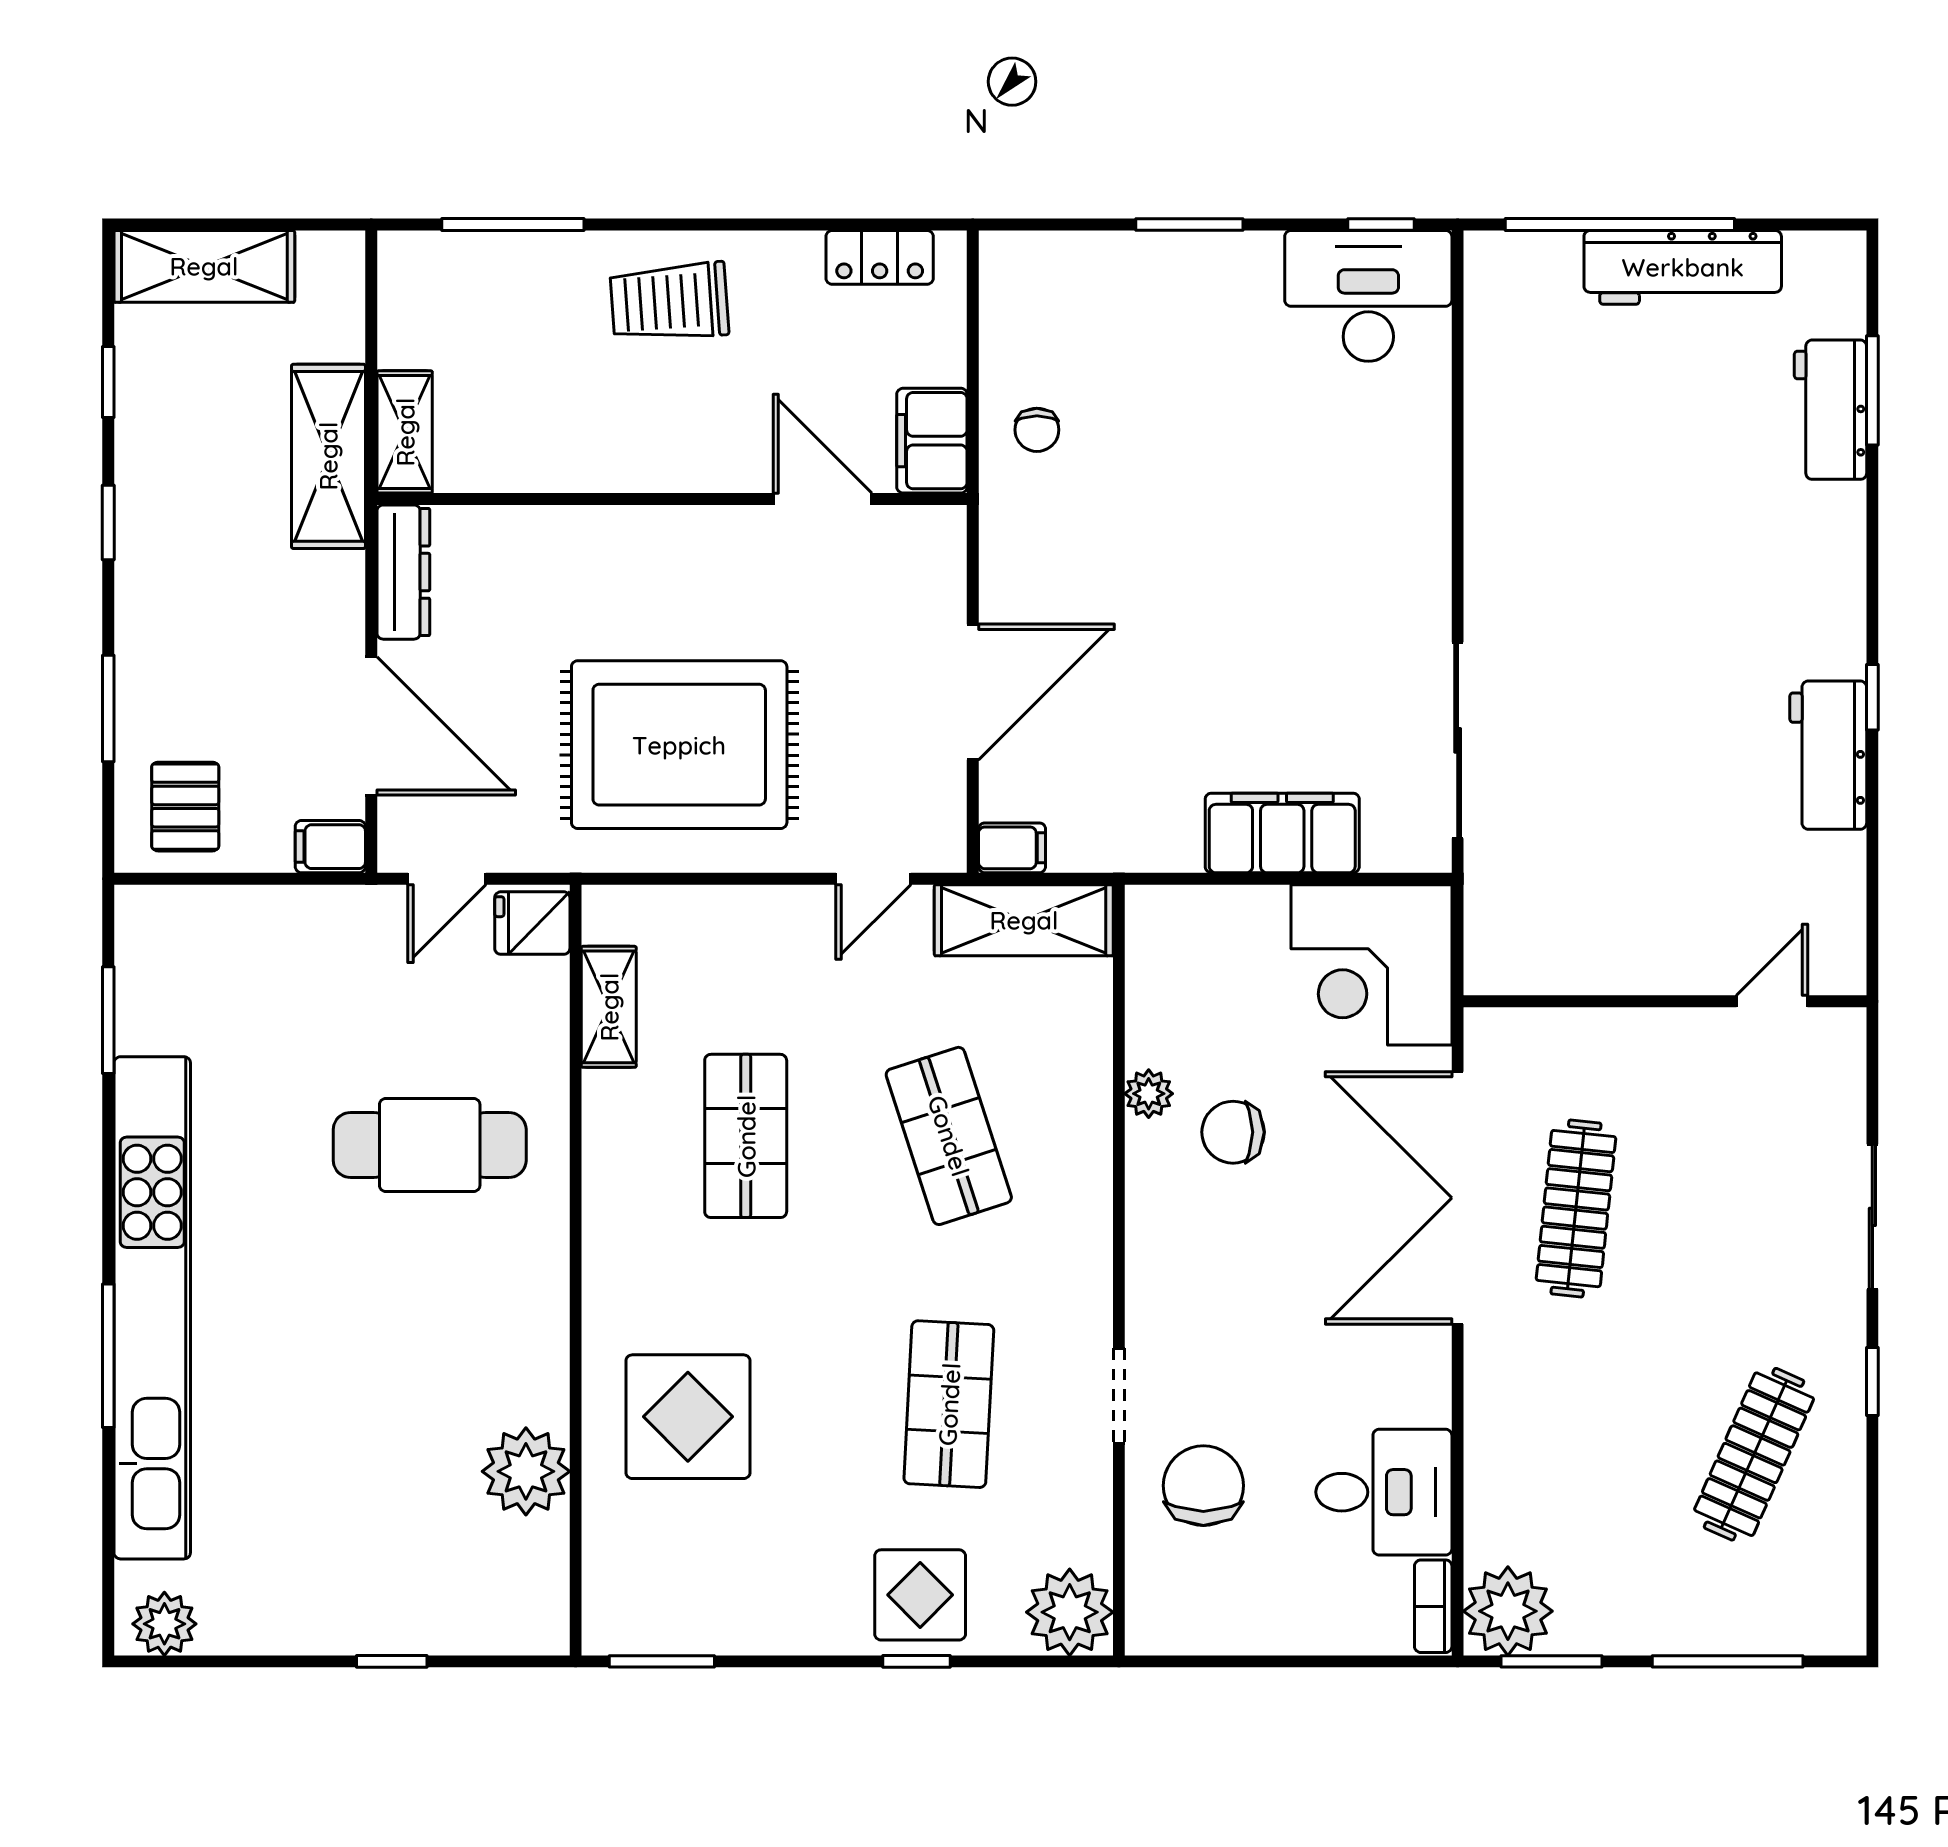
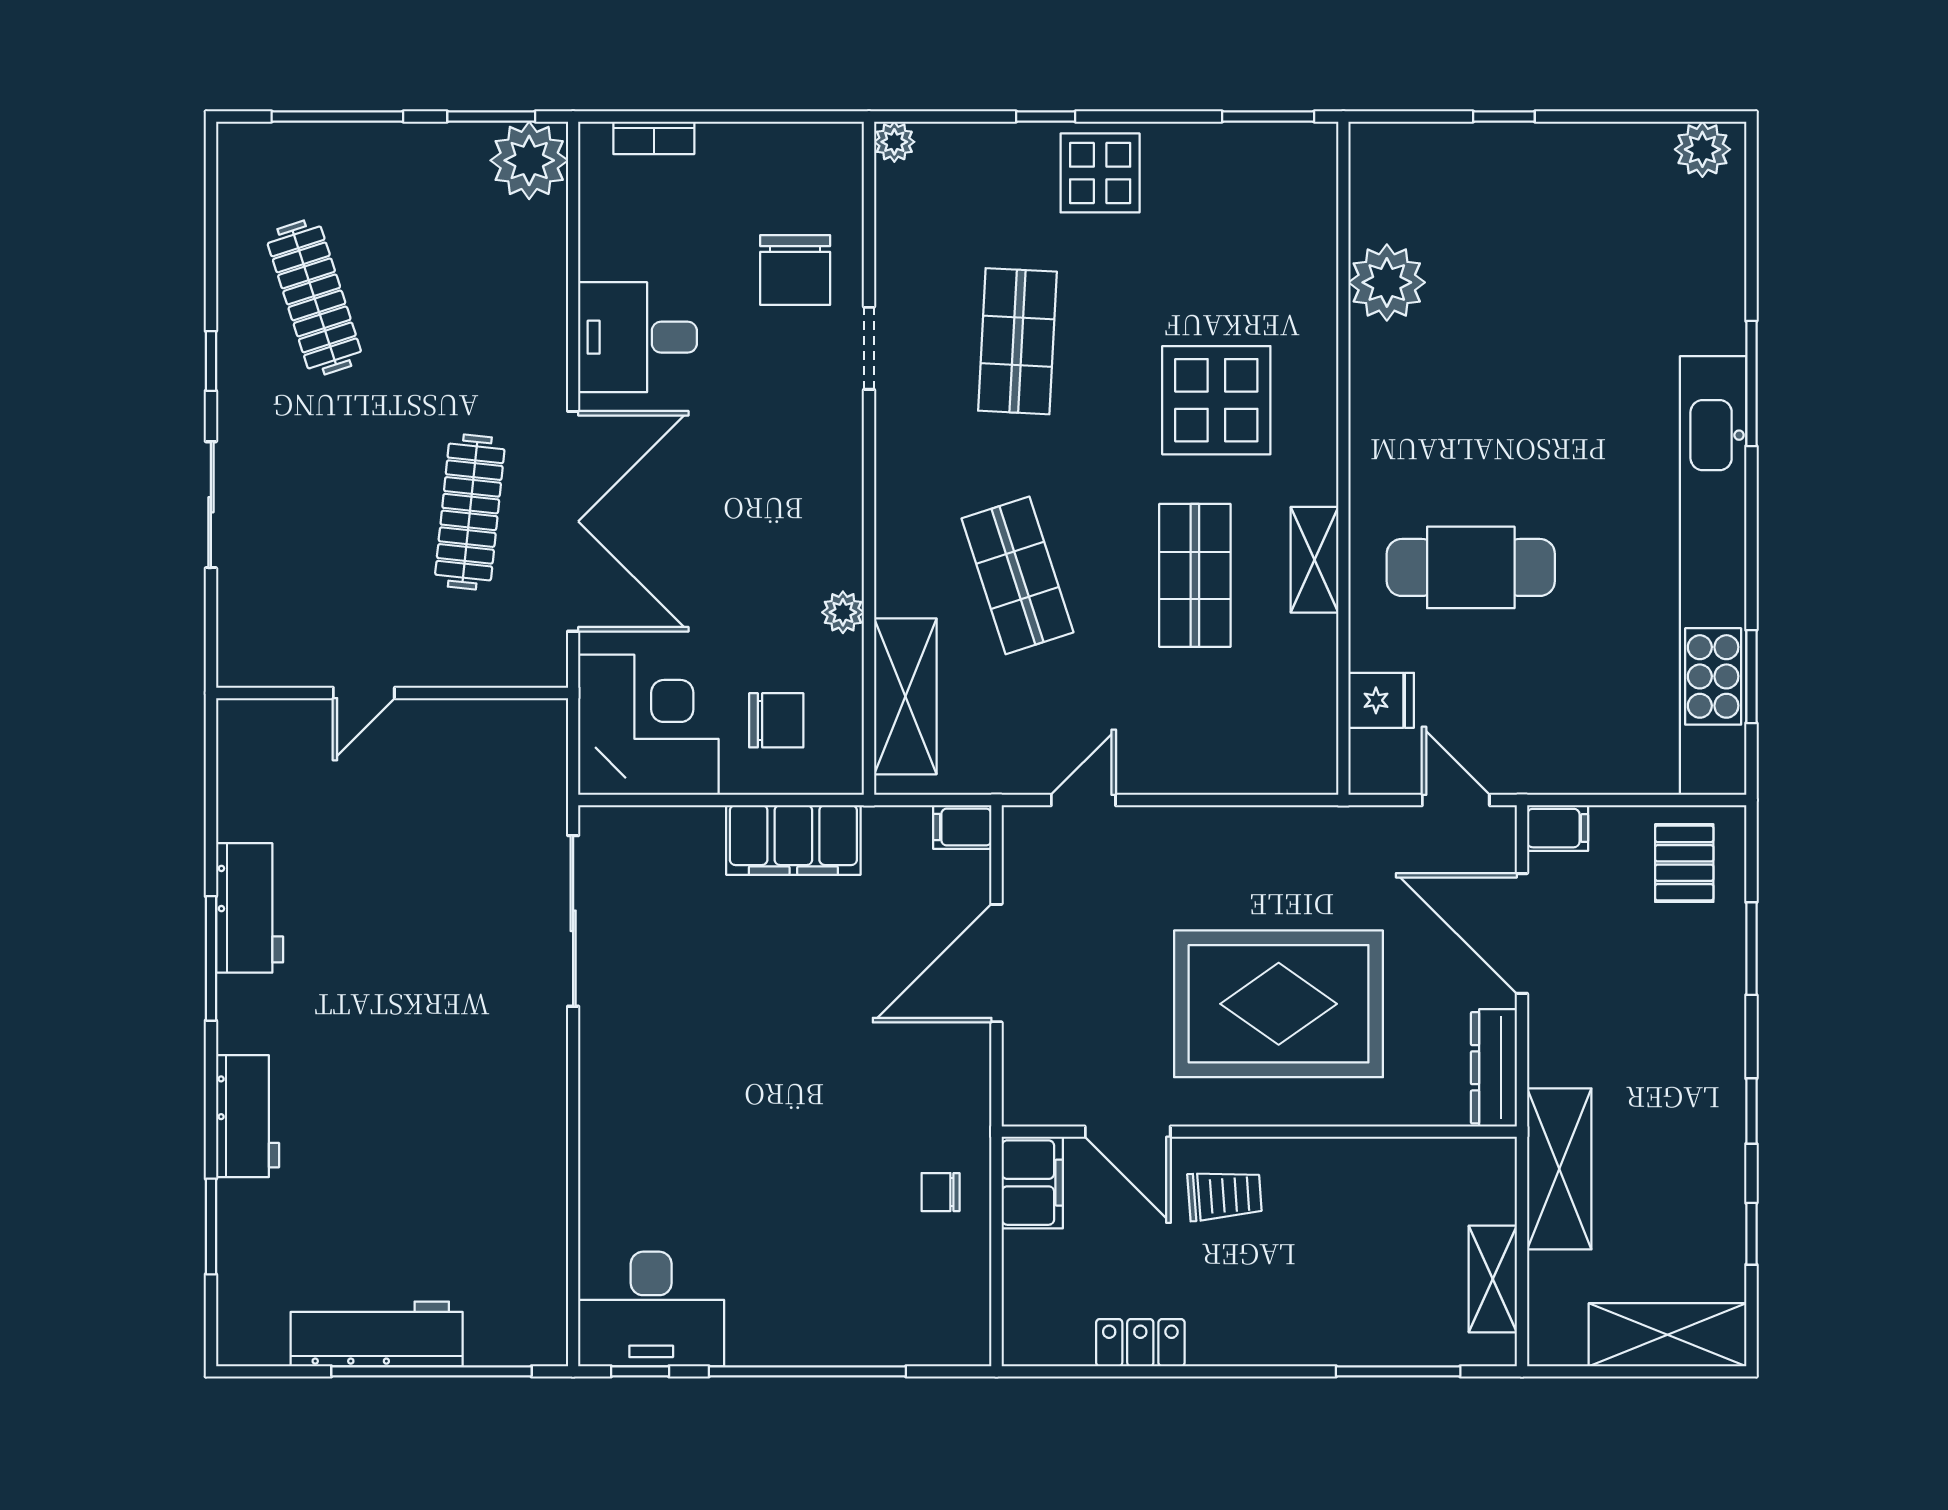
window: (1189, 224) -> (807, 1371), width x2.11
locker: (880, 257) -> (1140, 1343), moved
trolley: (669, 302) -> (1225, 1195), moved, width x0.73, depth x0.72
workbench: (1830, 410) -> (248, 1116), moved
chair: (1037, 430) -> (941, 1192), turned -90
shelving: (405, 432) -> (1493, 1279), moved
window: (1872, 697) -> (211, 958), width x2.17
rug: (679, 745) -> (1279, 1004), moved
filing cabinet: (1282, 833) -> (793, 840), moved
door: (447, 879) -> (1456, 800), hinge flipped
shelving: (1024, 920) -> (905, 696), moved, turned 90
fridge: (532, 923) -> (1381, 700), moved
door: (1772, 1001) -> (364, 693), moved
shelving: (609, 1007) -> (1314, 560), moved
chair: (1233, 1132) -> (776, 720), moved
kitchen unit: (152, 1308) -> (1713, 576), moved
display table: (688, 1417) -> (1216, 400), moved
clothes rail: (1754, 1454) -> (314, 297), turned -42
desk: (1384, 1492) -> (638, 337), moved
display table: (920, 1595) -> (1100, 173), moved
bookcase: (1433, 1606) -> (654, 138), moved, turned 90
plant: (1070, 1612) -> (894, 142), width x0.53, depth x0.53

